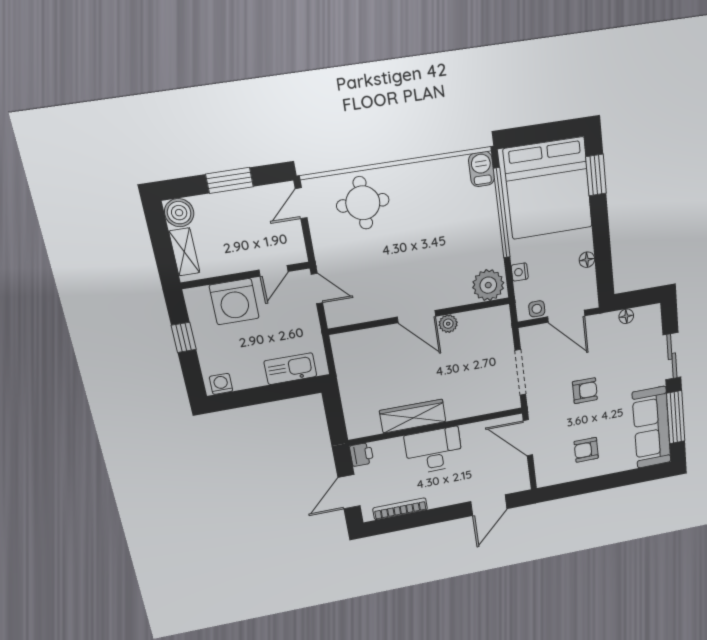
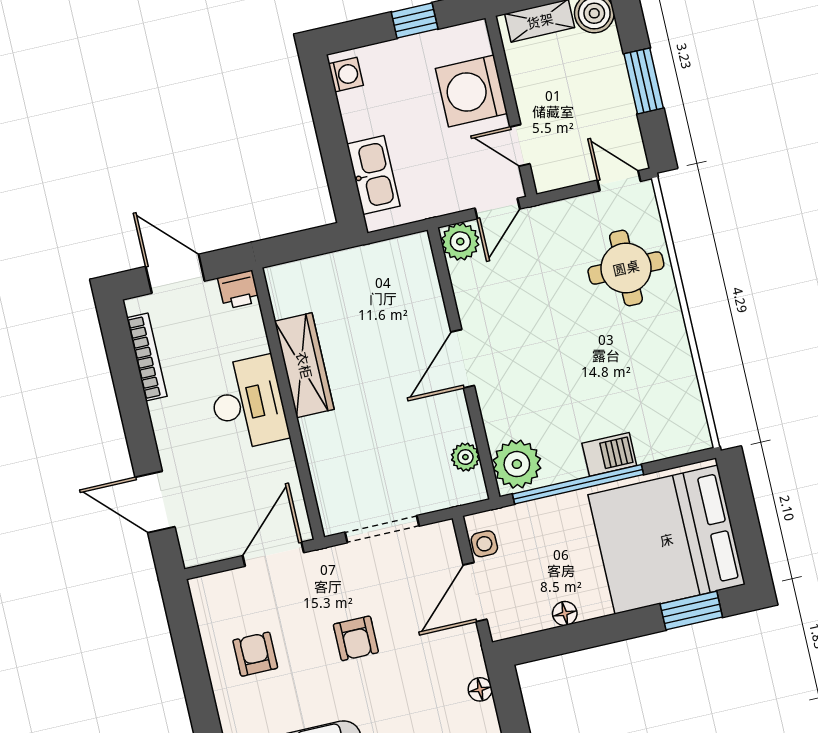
barbecue: (481, 169) -> (609, 454), moved
window: (502, 213) -> (578, 484), moved
nightstand: (520, 272) -> (540, 511), removed
plant: (338, 314) -> (460, 242), added
plant: (448, 324) -> (465, 457), moved

